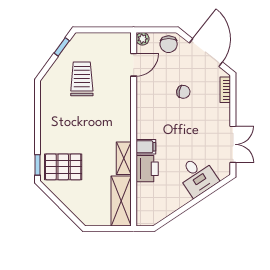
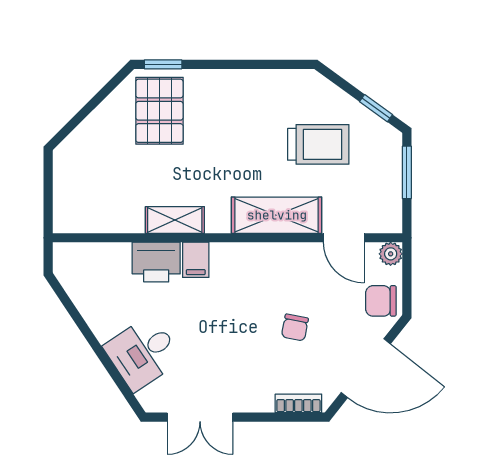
window: (97, 30) -> (407, 172), added
shelving: (121, 201) -> (277, 215), moved

